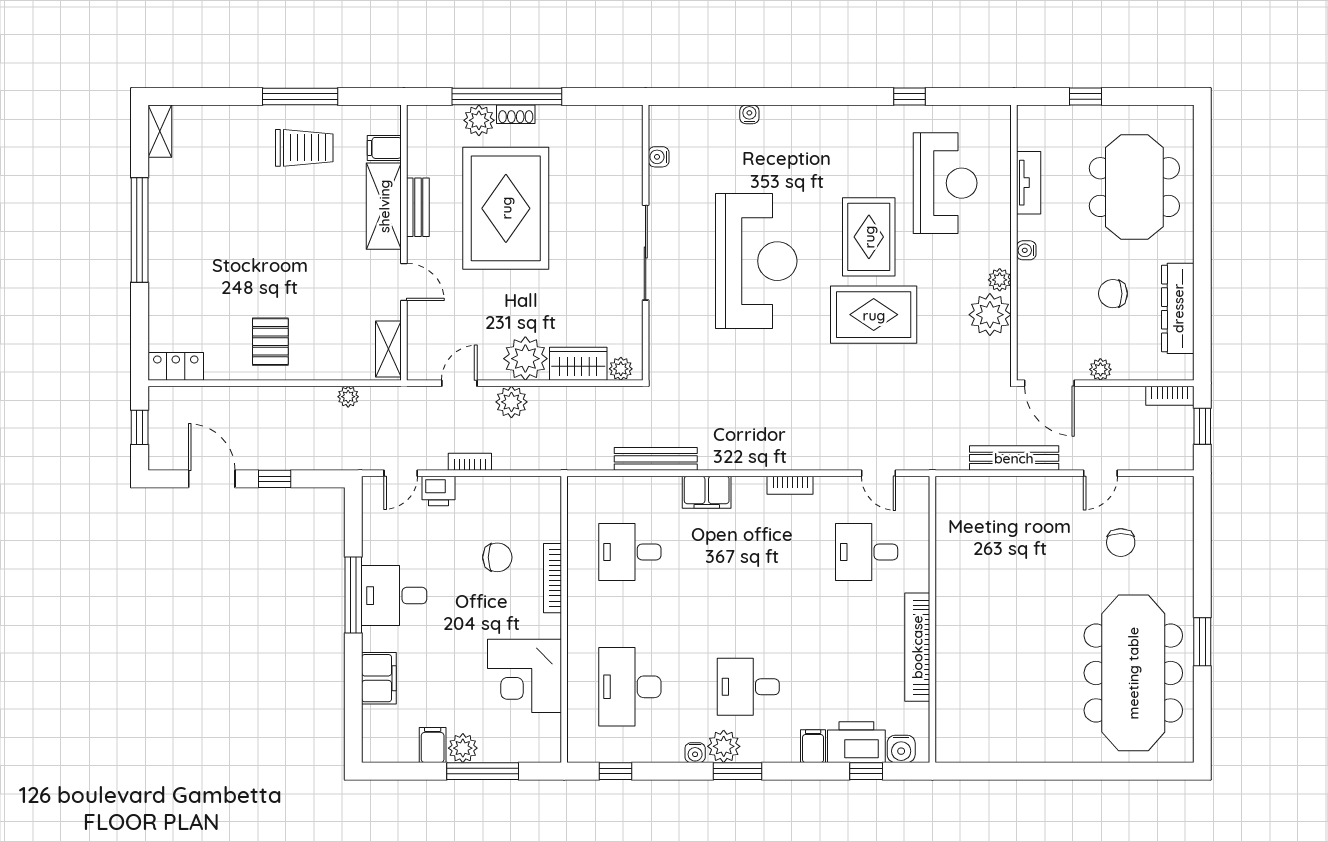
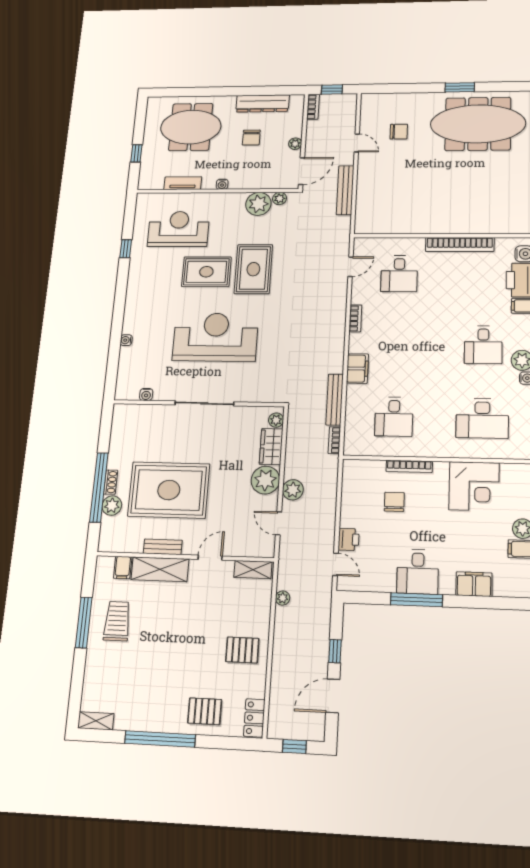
plant: (1000, 280) -> (280, 198), moved
pallet: (181, 293) -> (205, 711), added
bookcase: (470, 462) -> (334, 440), moved

